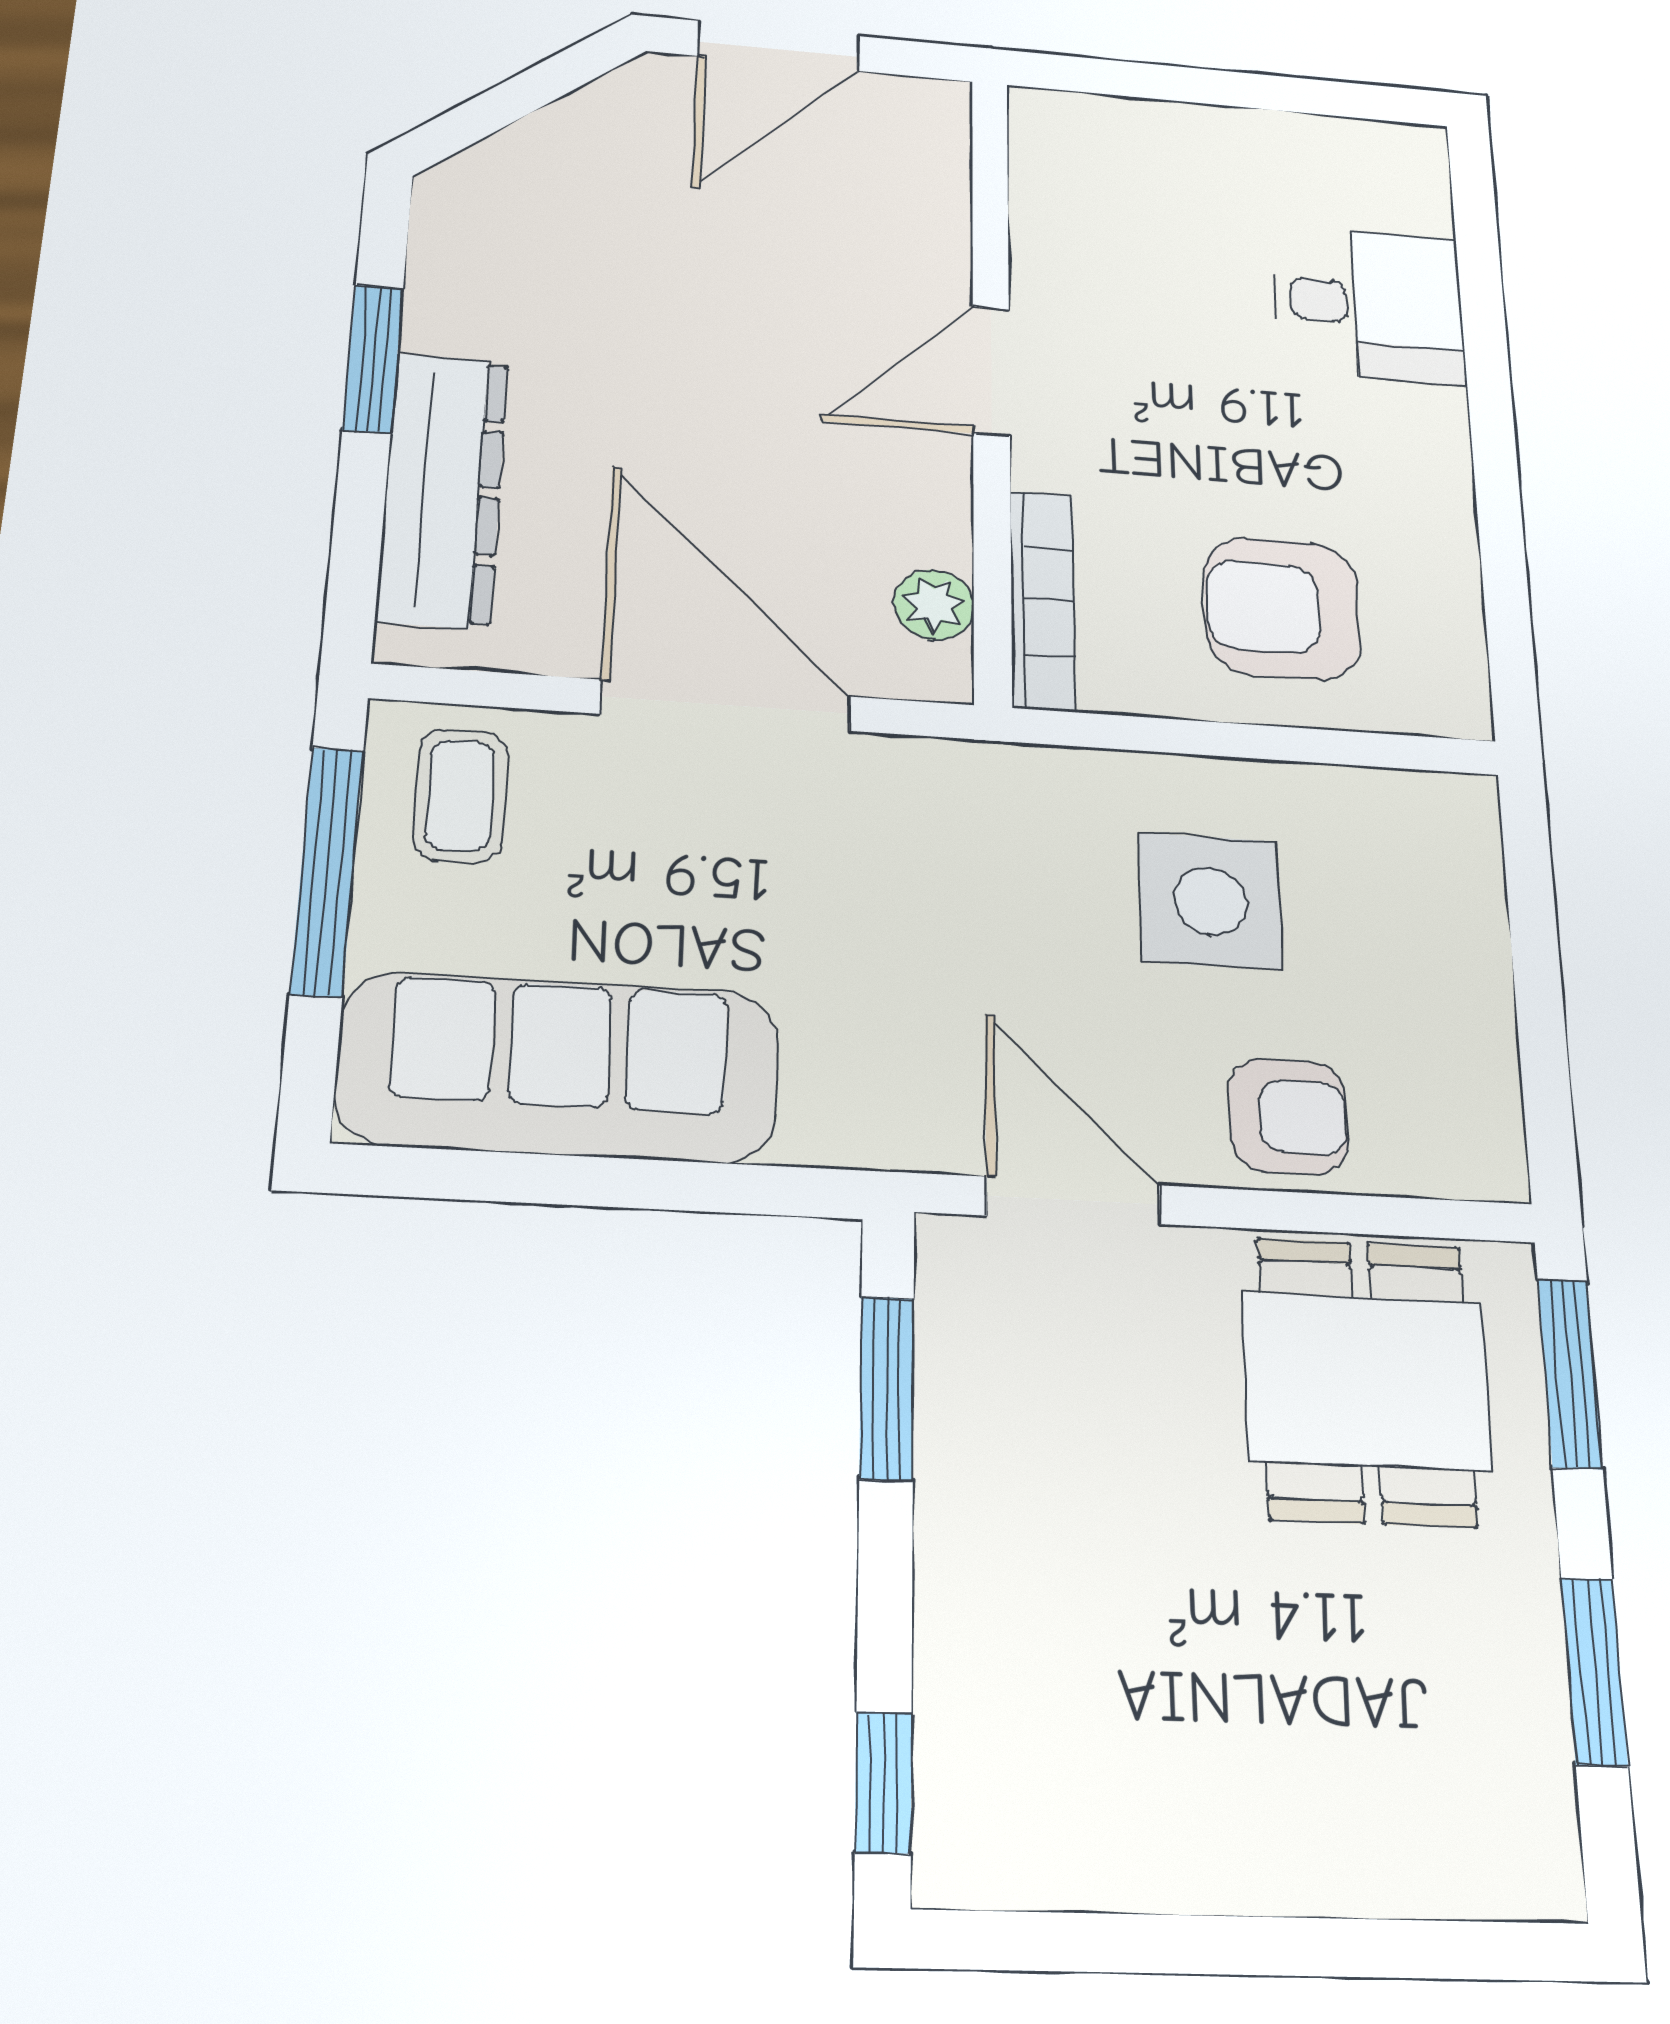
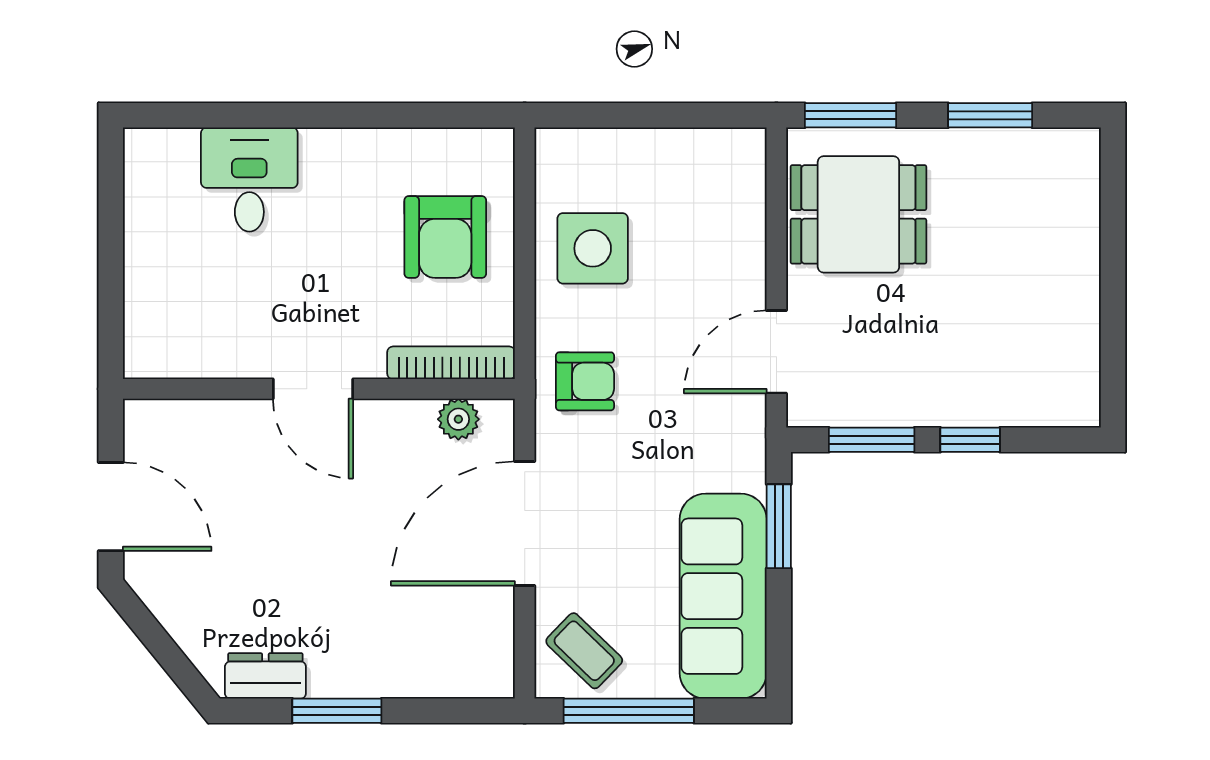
dresser: (443, 489) -> (265, 676), moved, width x0.51, depth x0.80
coffee table: (460, 795) -> (584, 651), turned 44
side table: (1210, 901) -> (593, 248), moved
armchair: (1289, 1117) -> (585, 381), moved, turned 90
window: (704, 1187) -> (779, 526), added
window: (883, 1782) -> (970, 440), moved

